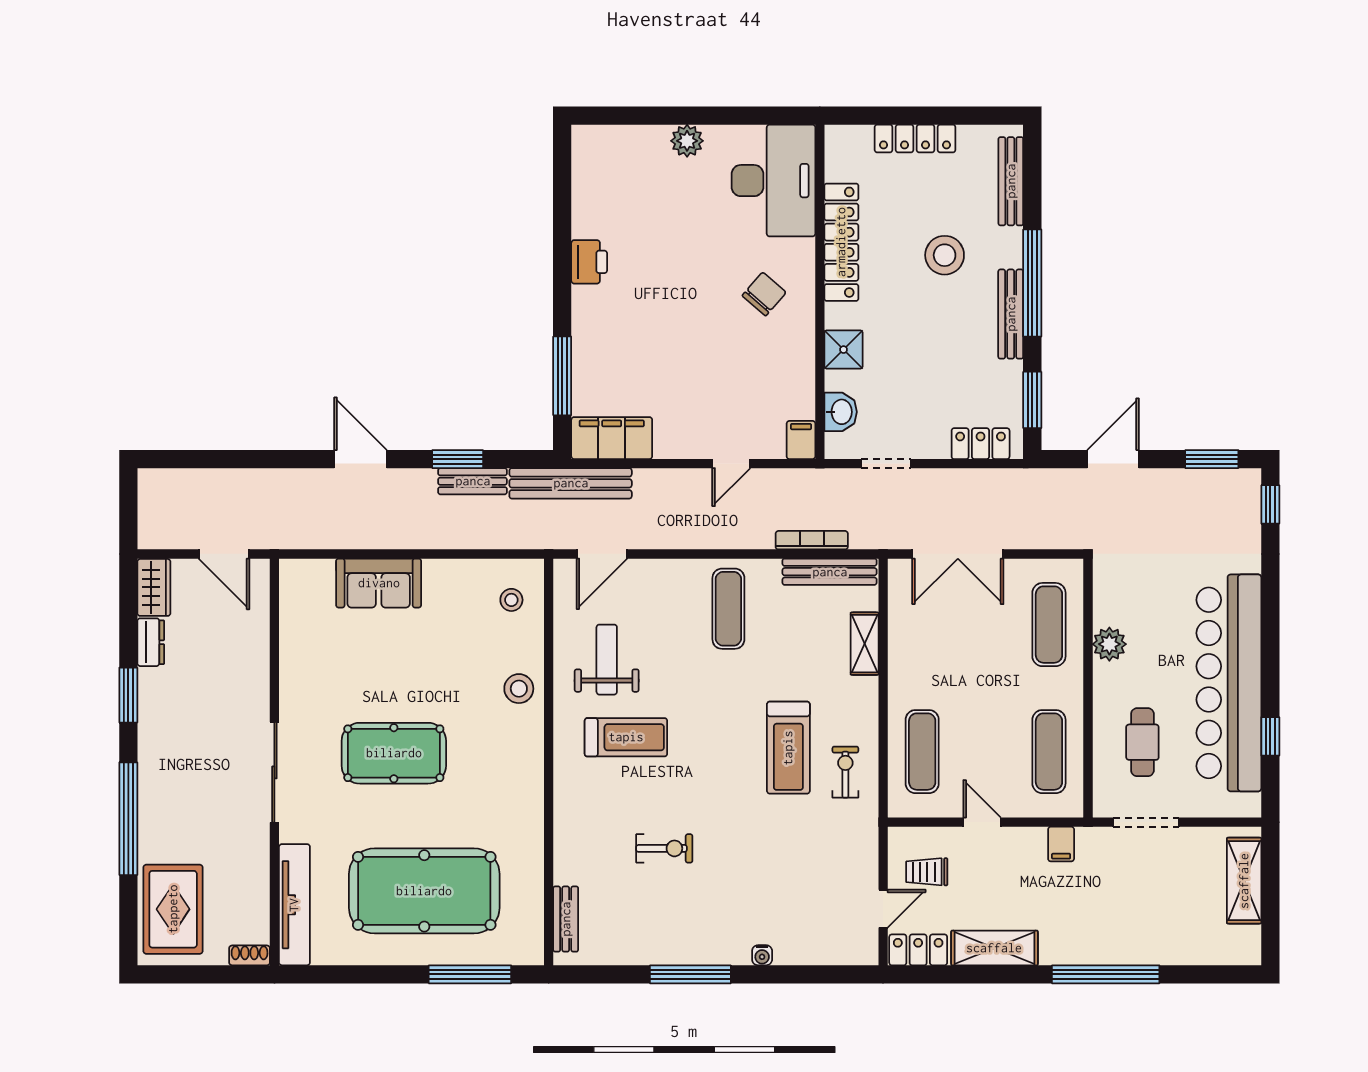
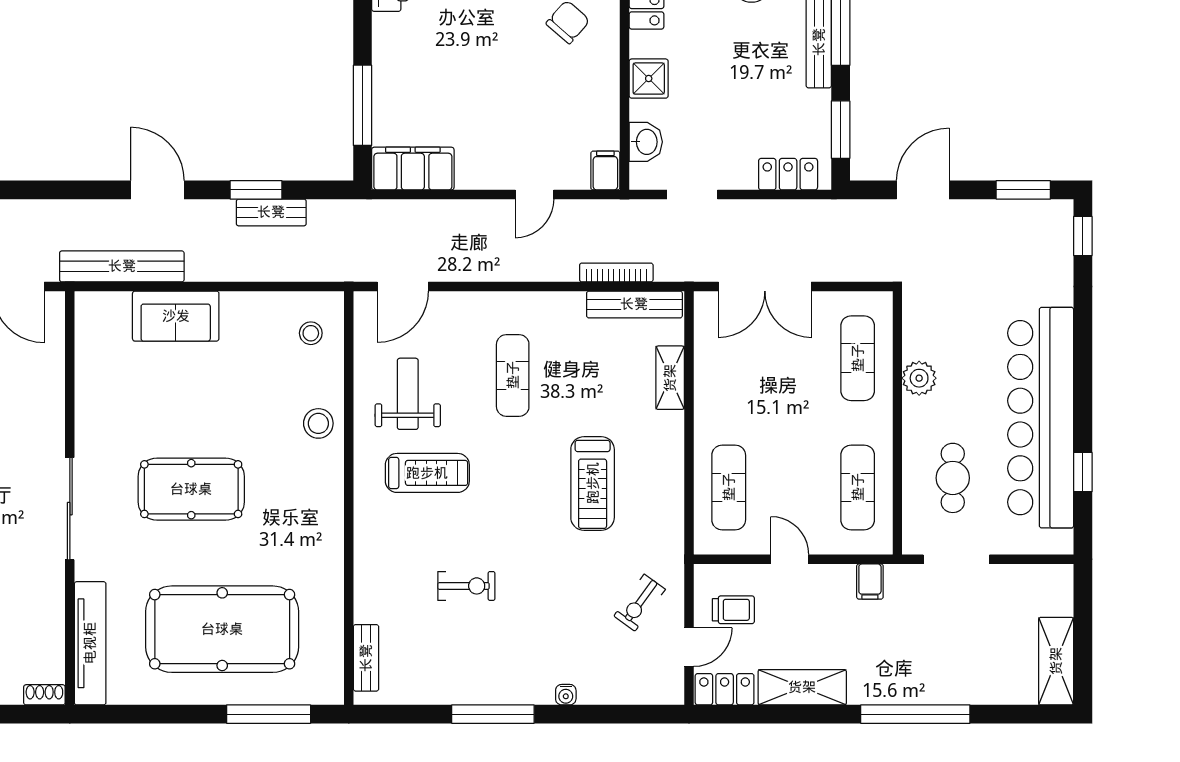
bench: (571, 483) -> (122, 266), moved
exercise mat: (728, 609) -> (513, 375), moved
exercise bike: (845, 772) -> (640, 603), moved, turned -144
trolley: (927, 872) -> (733, 610), turned 180
shelving: (1244, 881) -> (1056, 661), moved

